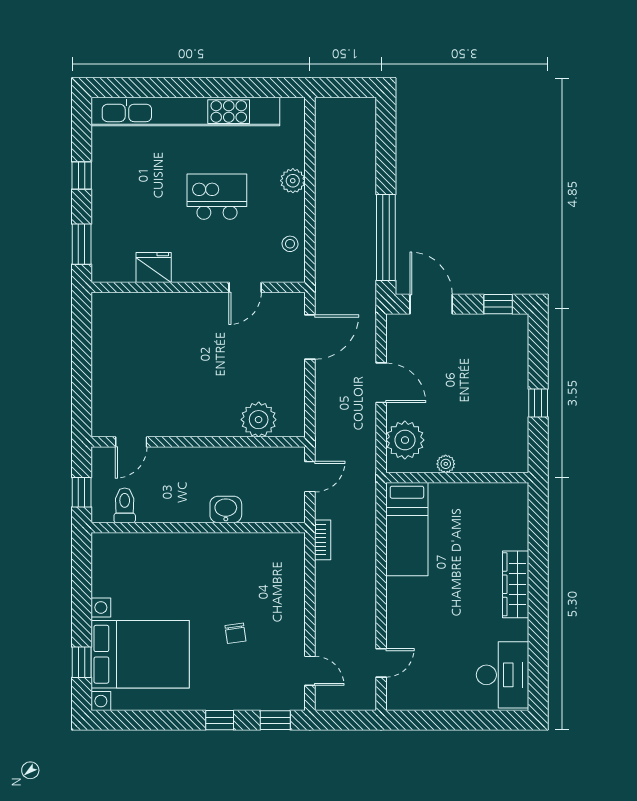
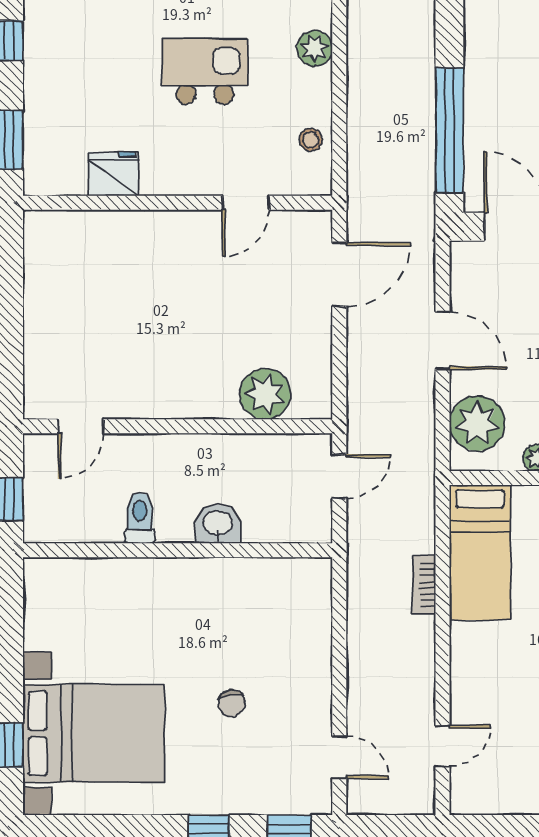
toilet: (125, 505) -> (140, 518), moved
bookcase: (323, 540) -> (424, 584), moved, turned 180

